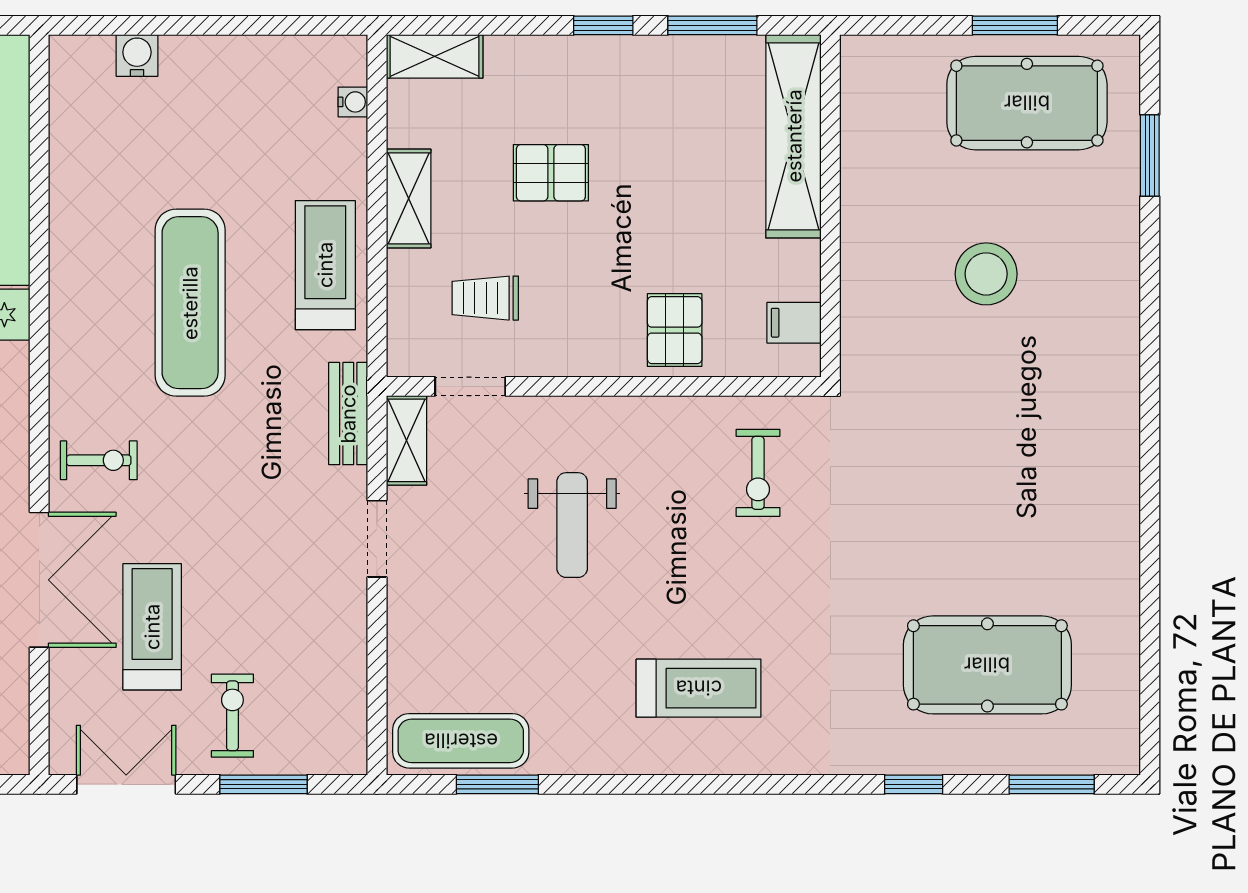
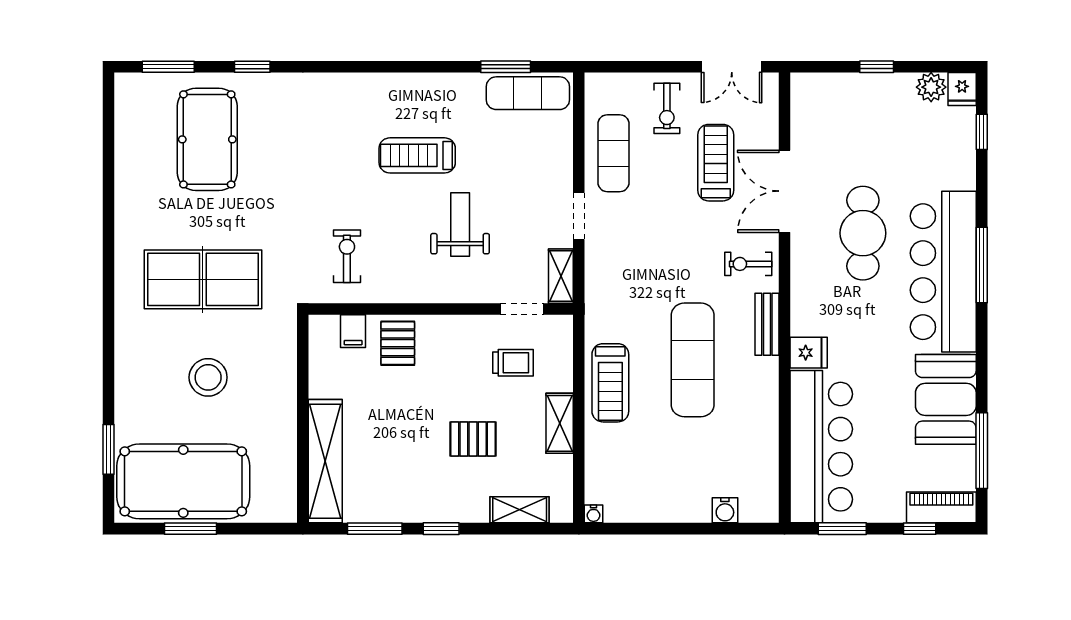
shelving: (435, 56) -> (520, 510), moved
water cooler: (353, 102) -> (594, 514), moved, turned -90
pool table: (1027, 103) -> (183, 481), width x1.36, depth x1.32
filing cabinet: (794, 323) -> (353, 331), moved, turned 90
bench: (348, 414) -> (767, 324), moved
table tennis table: (995, 435) -> (203, 279), added
treadmill: (152, 627) -> (716, 163), turned 180
exercise mat: (320, 642) -> (614, 153), added
pool table: (987, 665) -> (207, 139), turned 90
treadmill: (699, 688) -> (417, 155), moved
window: (263, 784) -> (648, 67), removed

